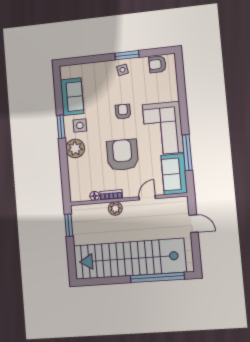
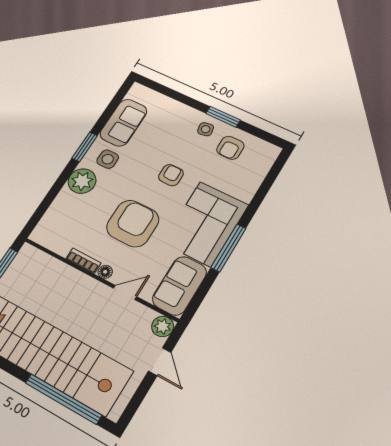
armchair: (157, 64) -> (230, 148), moved, turned -90
window: (187, 153) -> (228, 248), moved
floor lamp: (95, 196) -> (105, 272), moved
plant: (115, 208) -> (163, 326), moved

